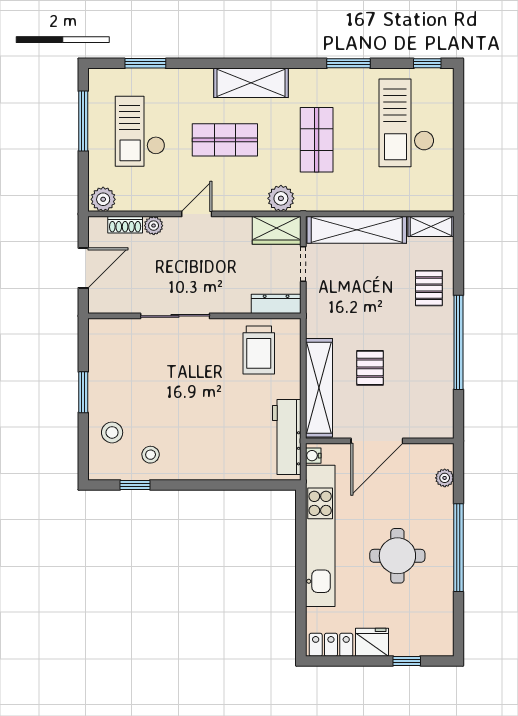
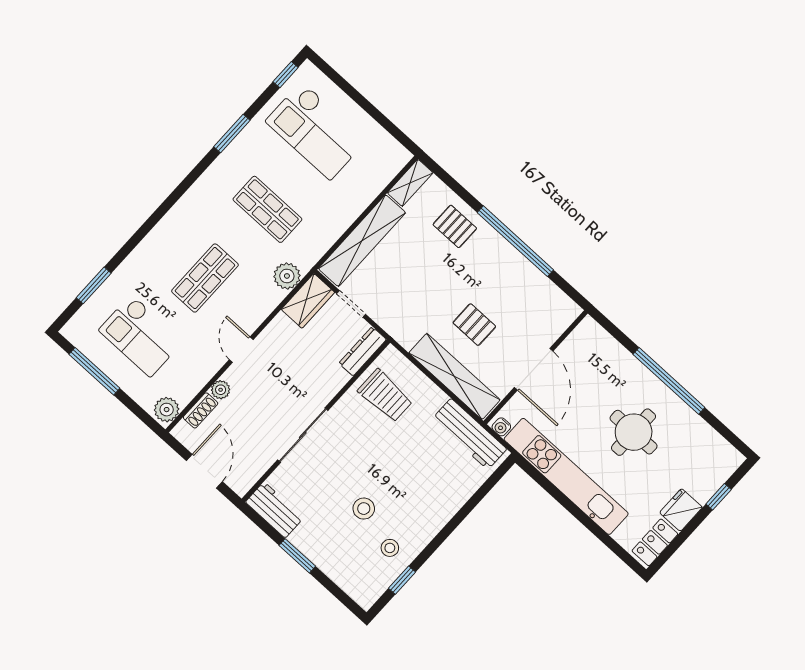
shelving: (251, 83) -> (180, 220), removed
workbench: (102, 345) -> (275, 510), added
stool: (112, 432) -> (364, 509), moved
plant: (445, 478) -> (607, 344), removed

